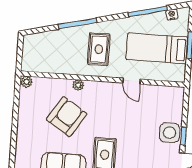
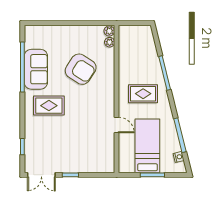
door: (132, 81) -> (117, 125), swing flipped
plant: (78, 85) -> (110, 42), moved
side table: (169, 133) -> (73, 162), removed

